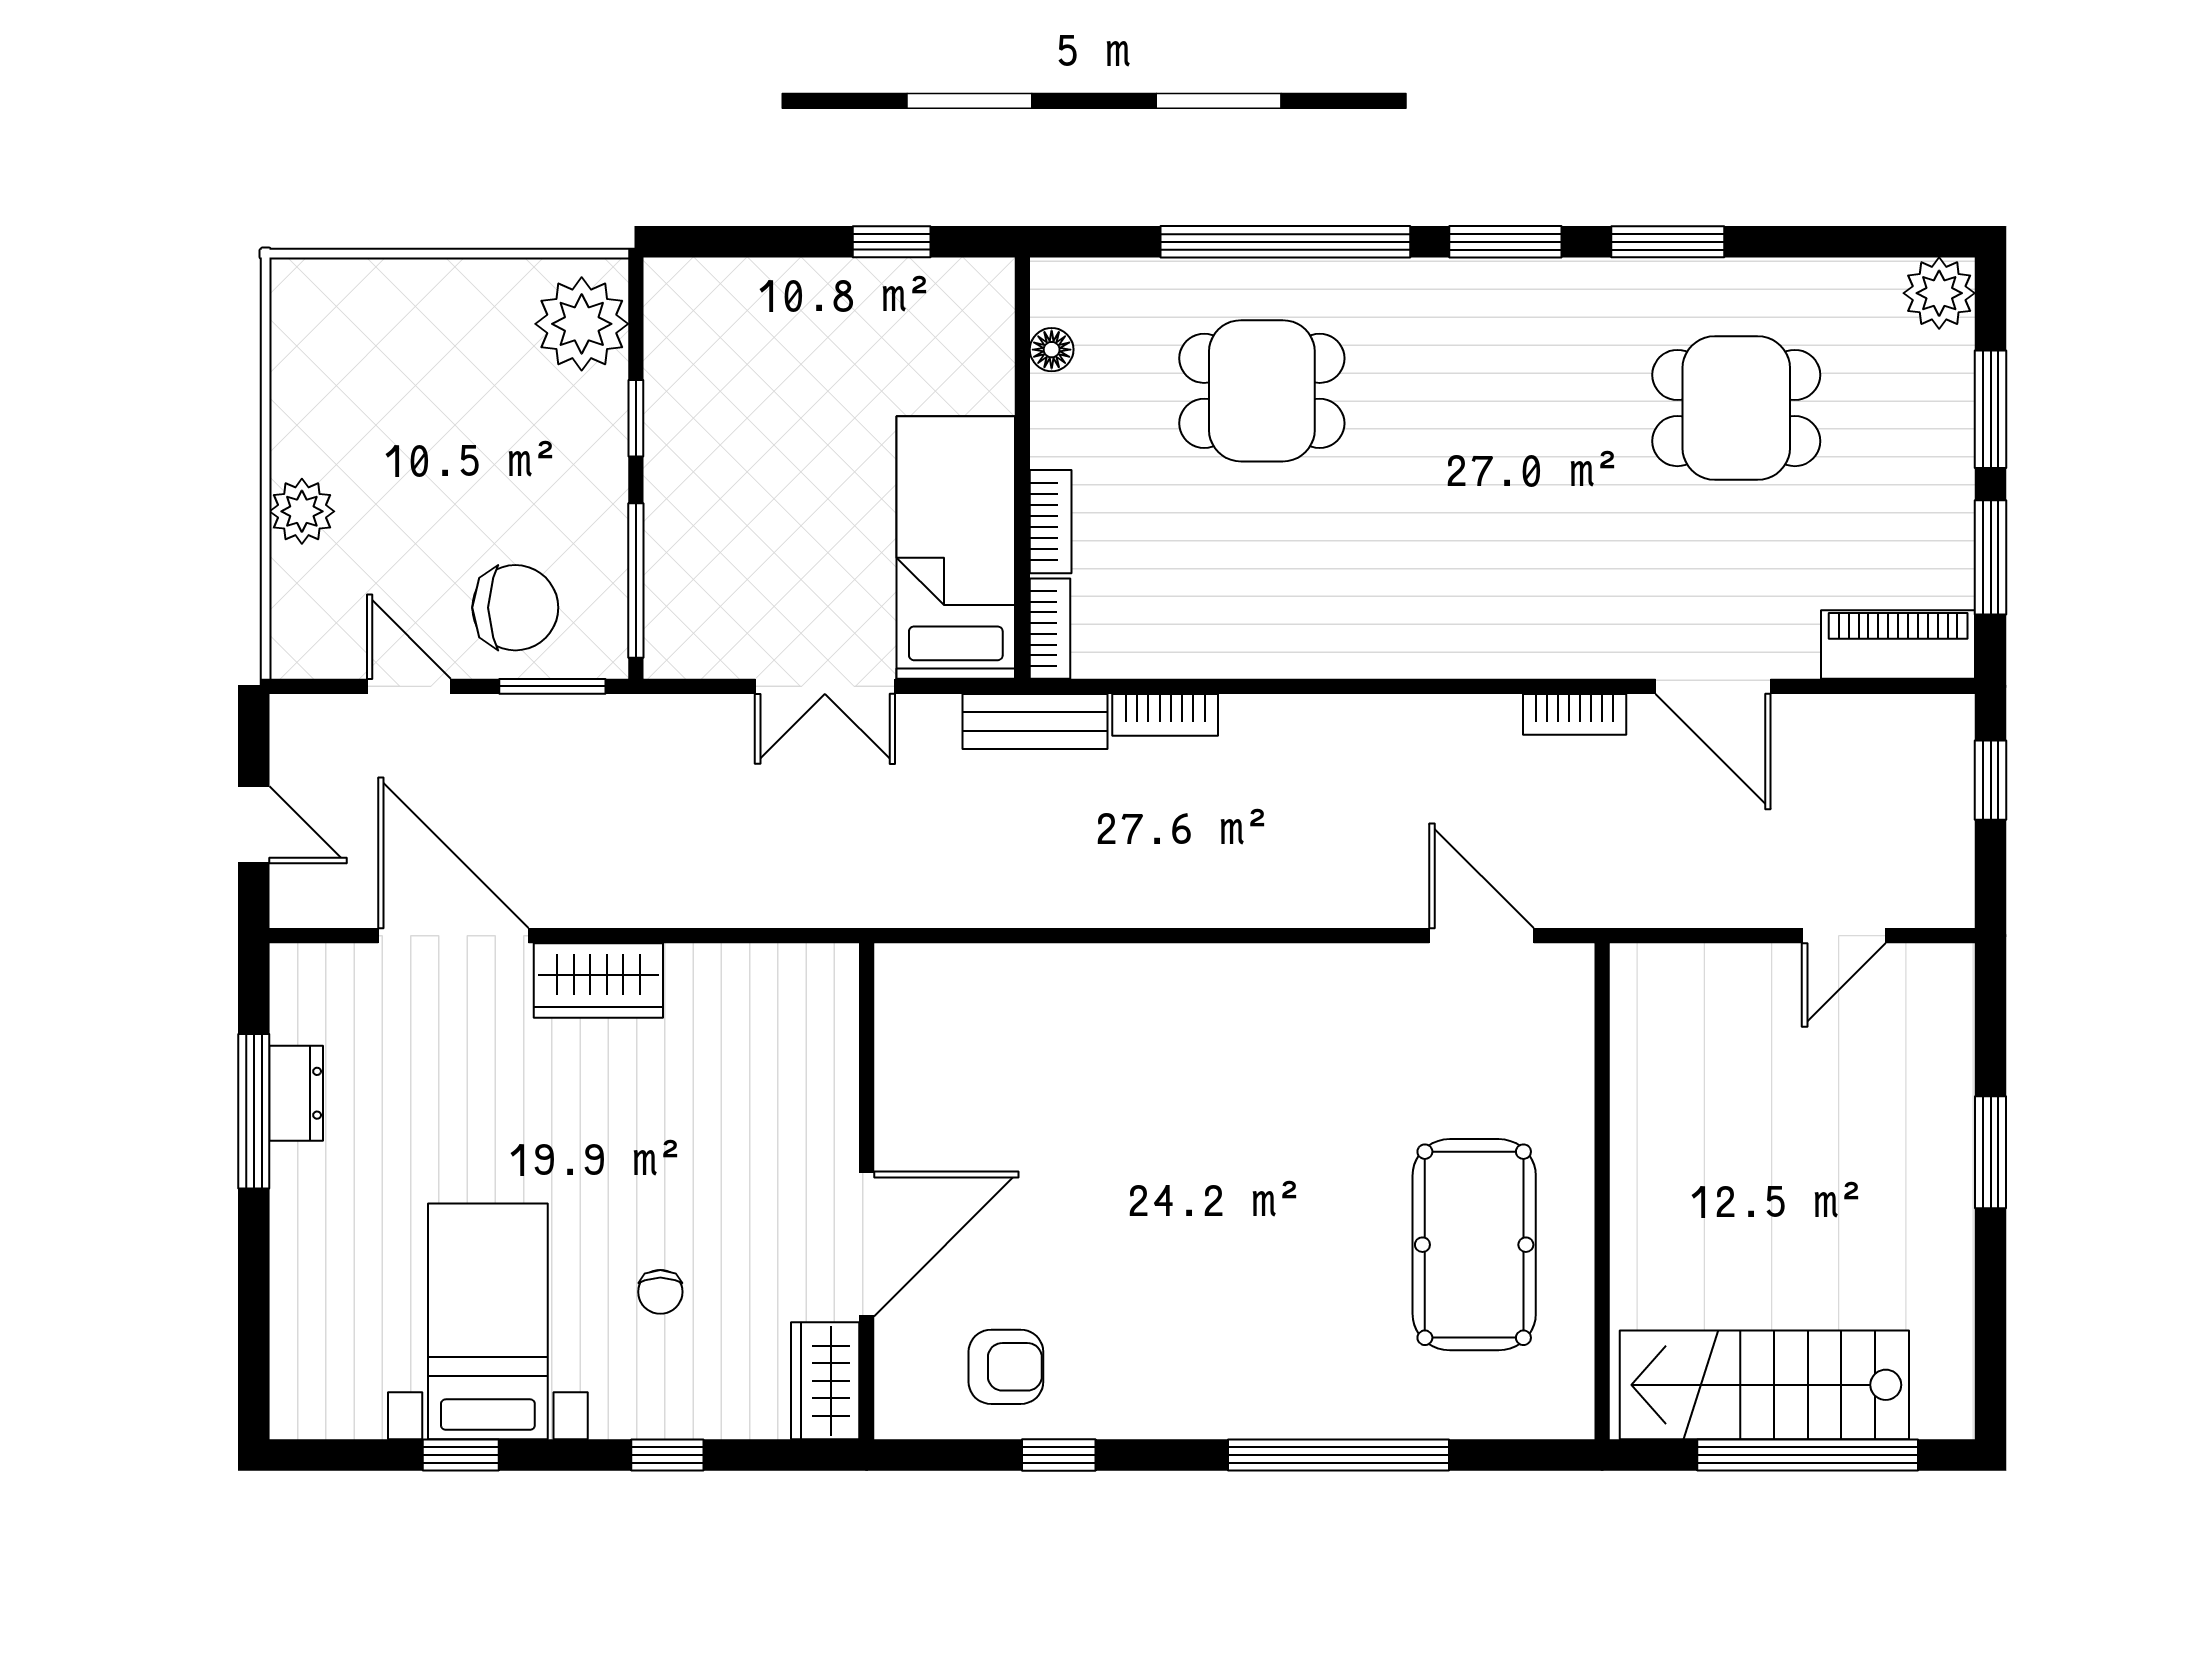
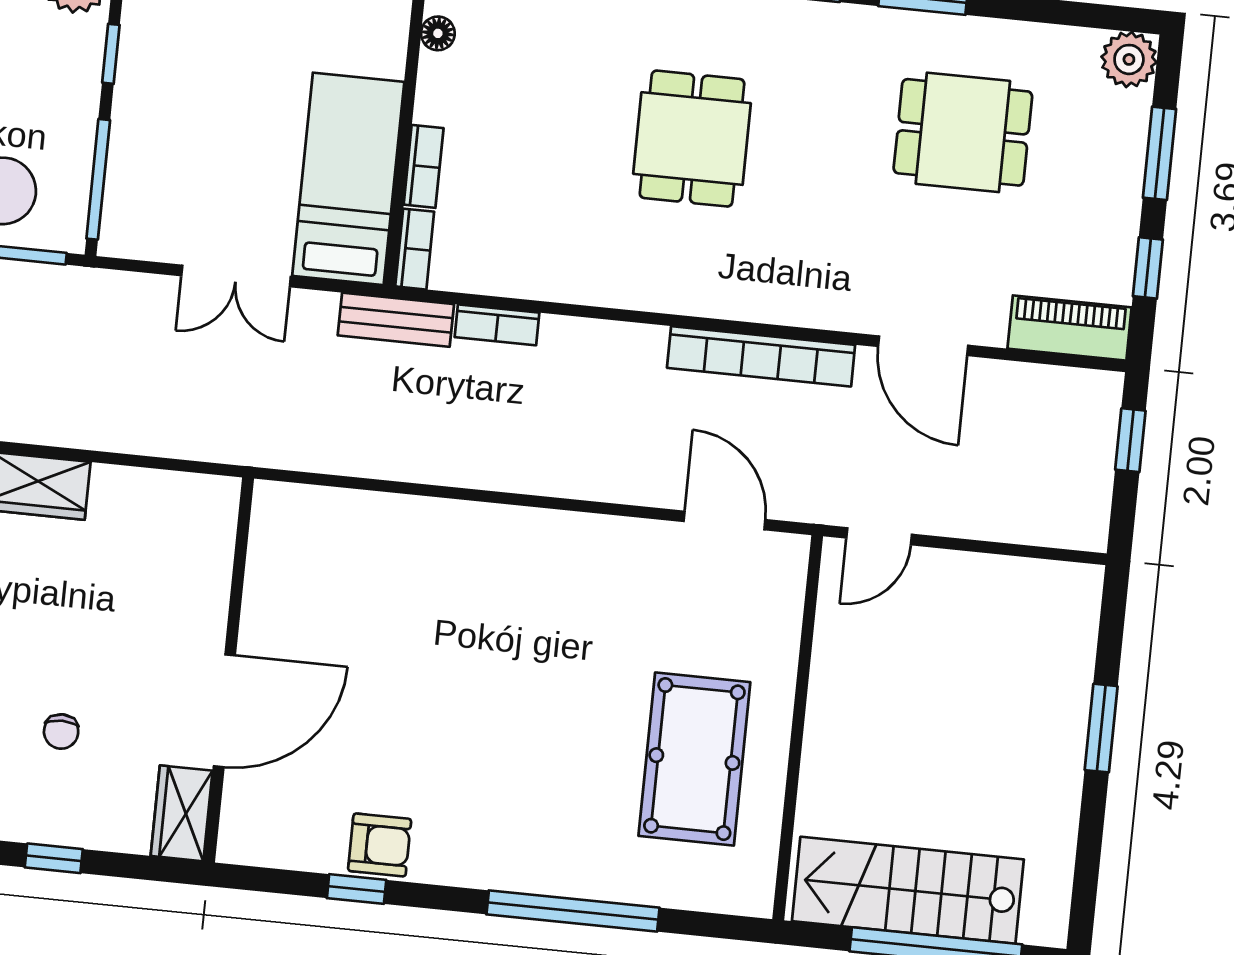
dining table: (1262, 391) -> (692, 139), moved, turned 90
window: (1991, 557) -> (1148, 268), width x0.67
bookcase: (1575, 714) -> (761, 356), width x2.31, depth x1.31
door: (1844, 936) -> (879, 536), moved
armchair: (1006, 1367) -> (380, 845), moved

